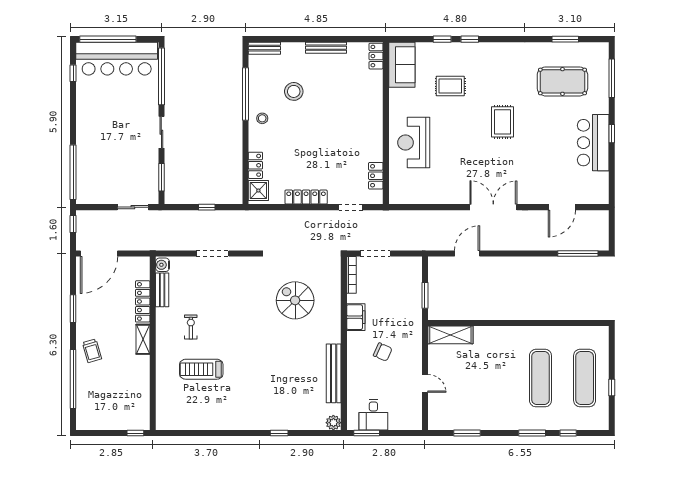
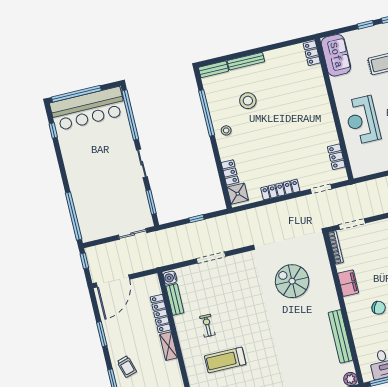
bench: (326, 48) -> (246, 61), moved

